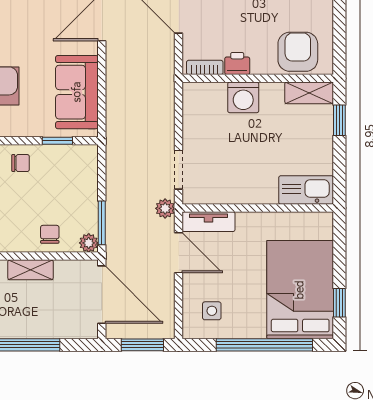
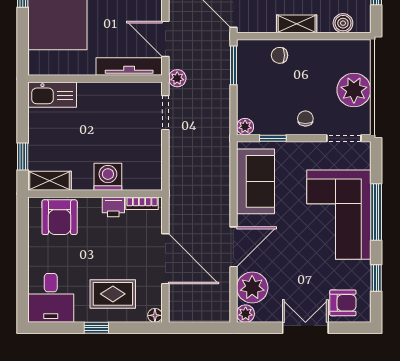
chair: (21, 163) -> (305, 119), turned 90
tv unit: (209, 222) -> (129, 67), width x1.41
chair: (50, 234) -> (280, 55), turned 90
plant: (89, 243) -> (245, 127), moved

